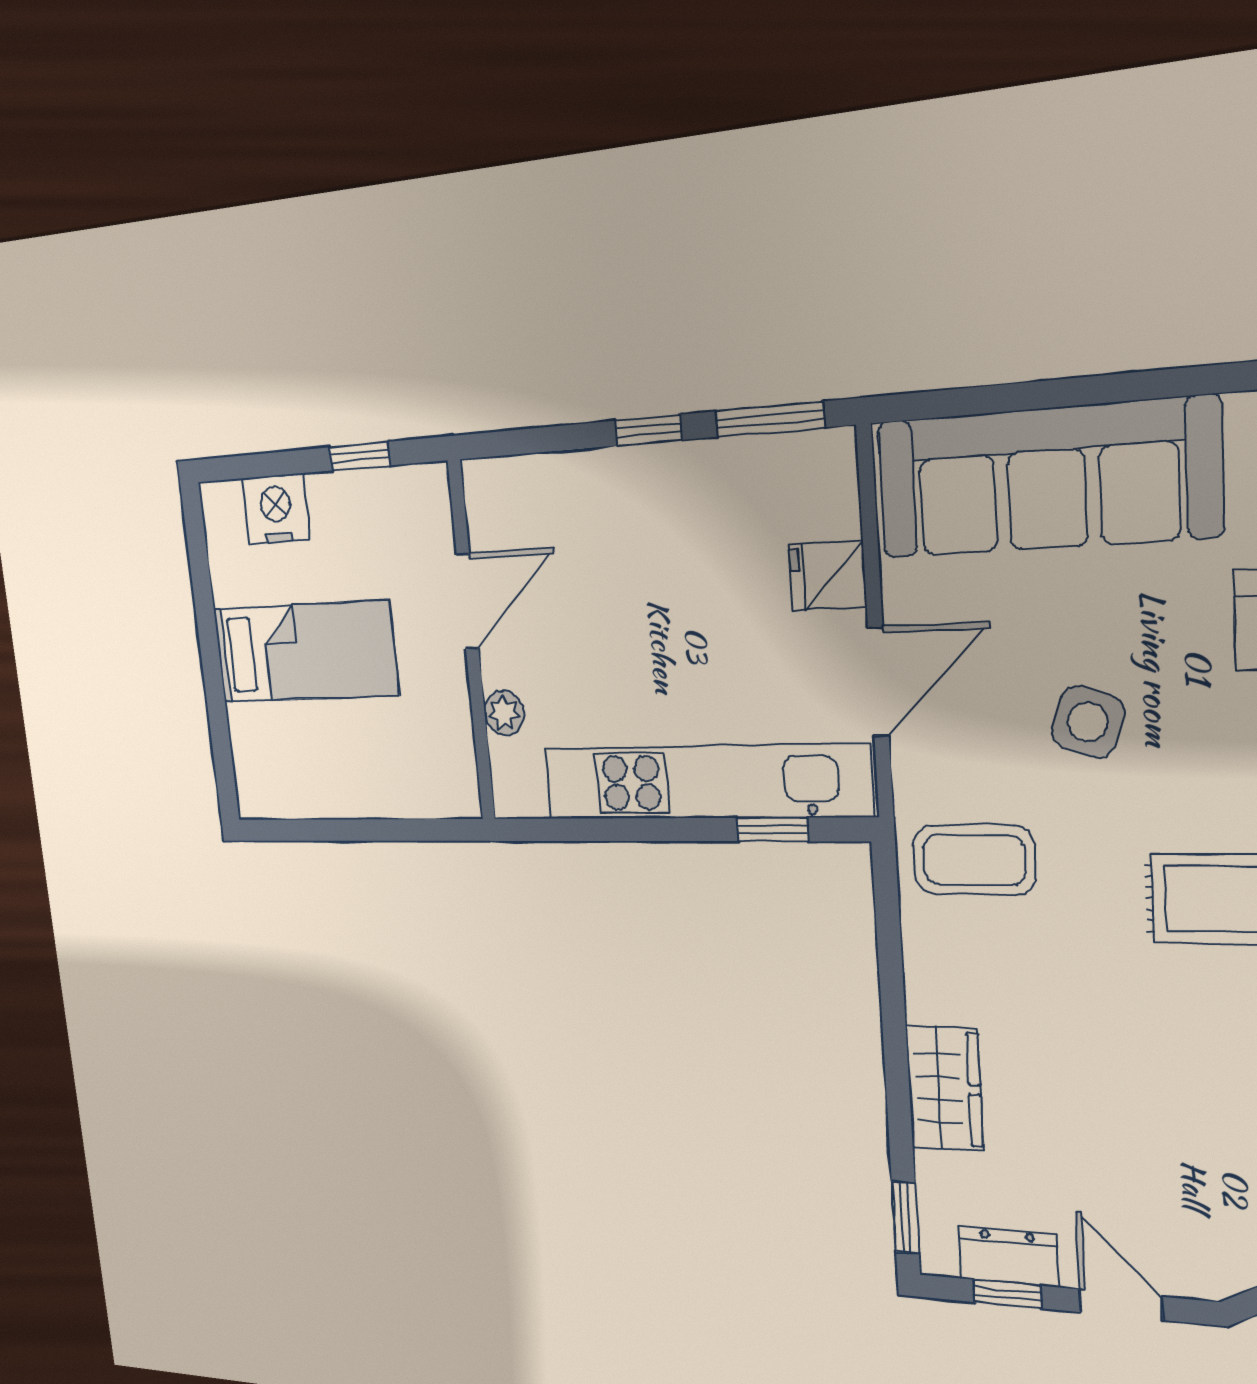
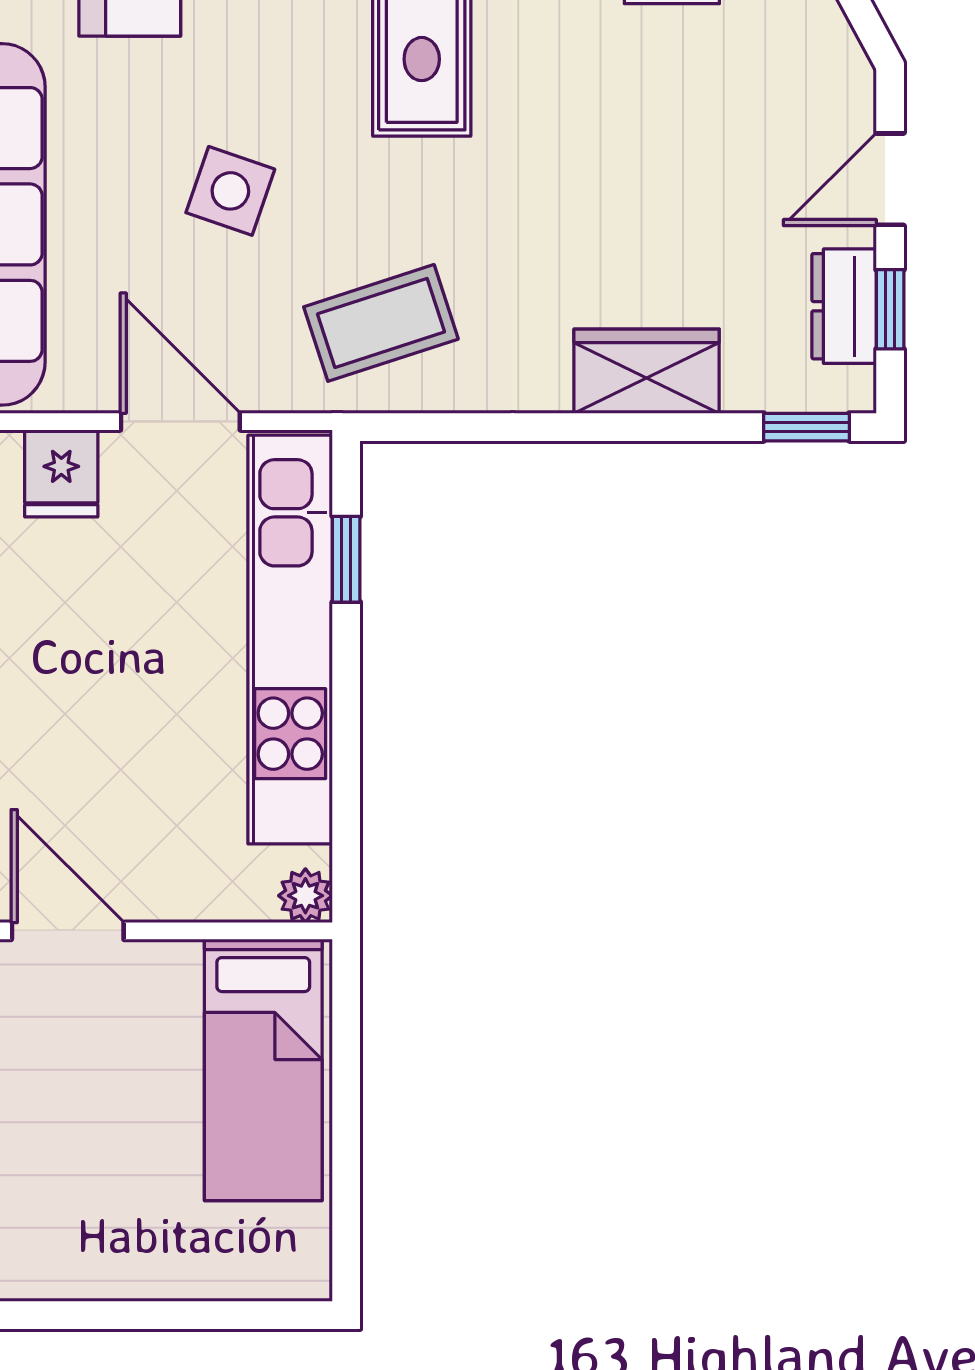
bed: (305, 652) -> (263, 1070), moved, turned 180
plant: (504, 713) -> (305, 896), moved
coffee table: (974, 860) -> (381, 323), turned 72

